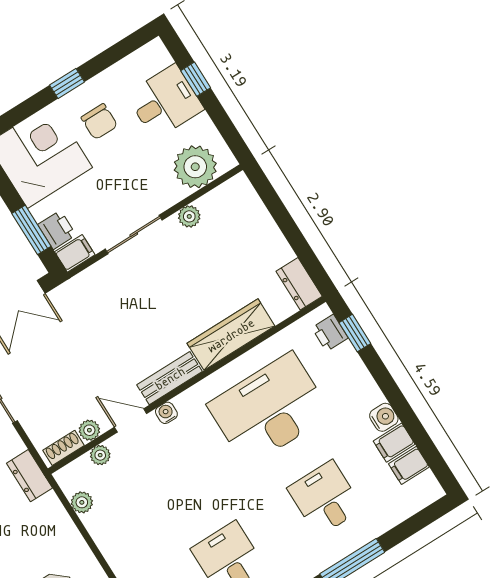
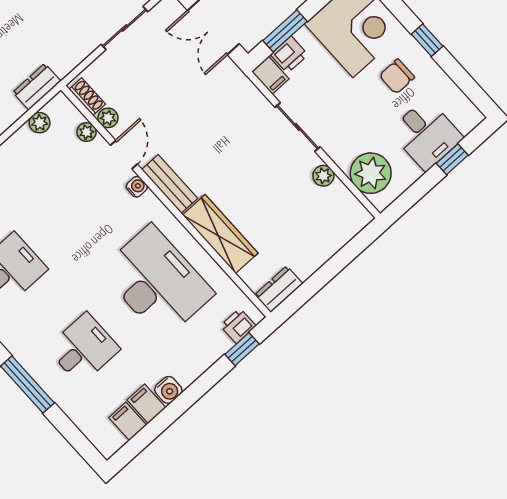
dresser: (29, 476) -> (37, 87), moved

